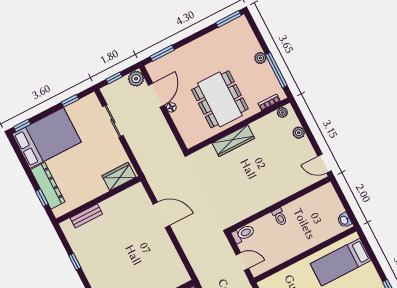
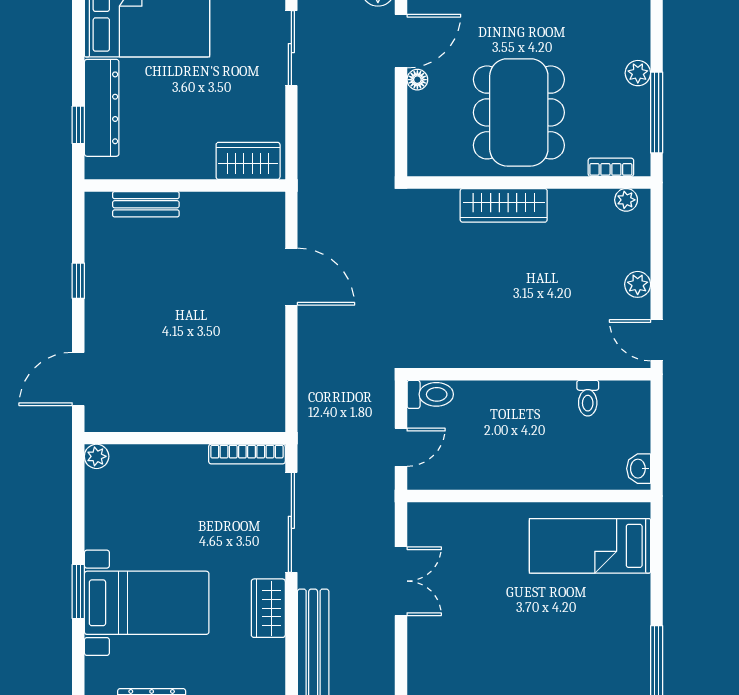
plant: (299, 133) -> (638, 284), moved
toilet: (280, 217) -> (588, 398), moved
door: (242, 262) -> (401, 447), hinge flipped

